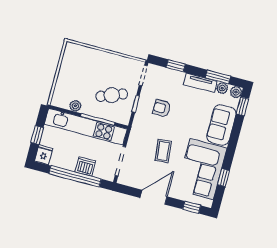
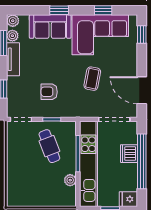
window: (242, 106) -> (59, 10), moved
armchair: (162, 108) -> (49, 92), turned 90
coffee table: (163, 151) -> (92, 79), turned -73
door: (153, 197) -> (142, 90), moved

